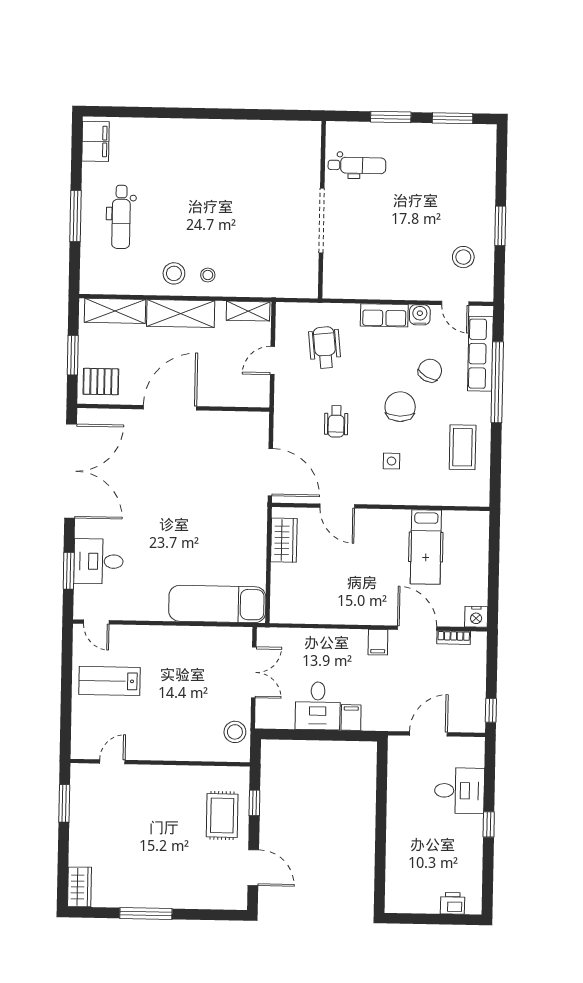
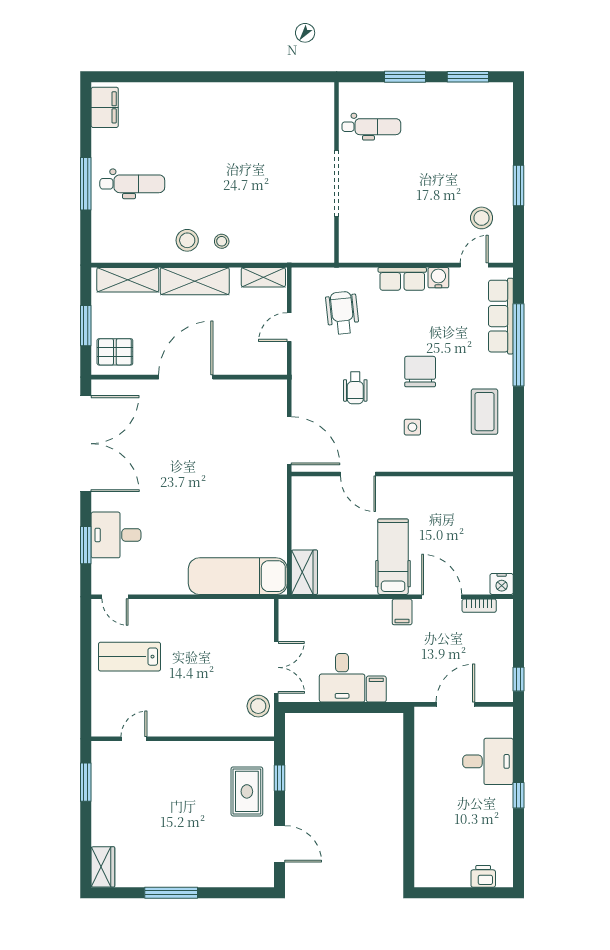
dental chair: (121, 217) -> (132, 184), turned -90
door: (455, 303) -> (474, 265), swing flipped
chair: (430, 371) -> (450, 334), removed
wardrobe: (284, 540) -> (304, 572), moved
hospital bed: (426, 547) -> (393, 557), moved, turned 180
double door: (254, 672) -> (276, 667), moved

